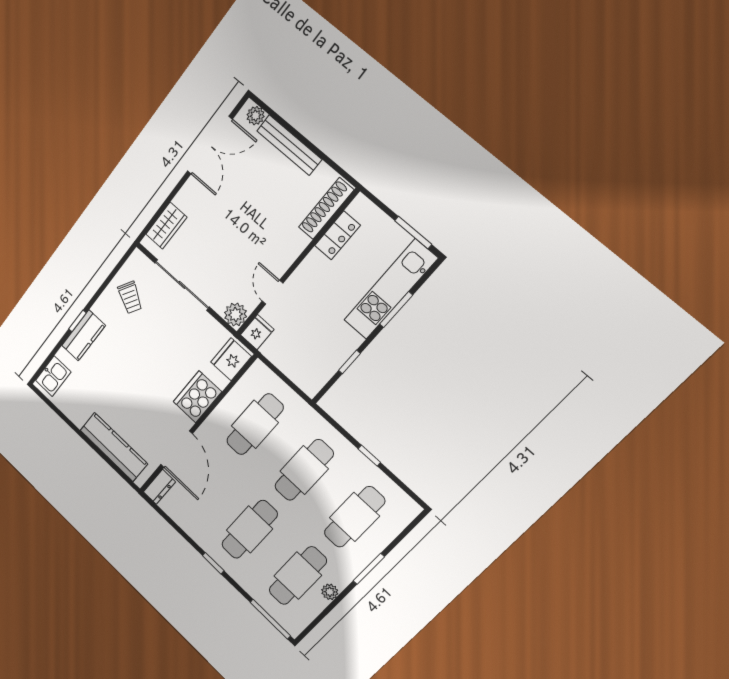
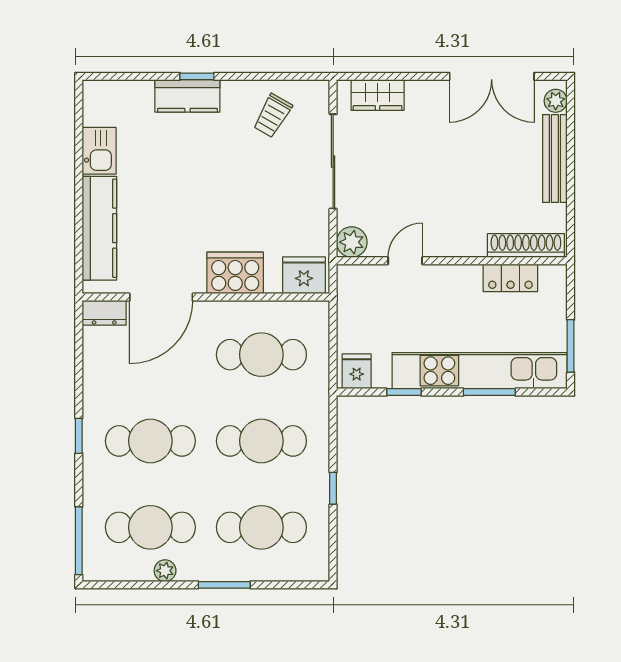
kitchen unit: (390, 289) -> (480, 371), width x1.36
fridge: (257, 332) -> (357, 371), moved, turned -90
kitchen sink: (53, 376) -> (99, 151), moved, turned -90

